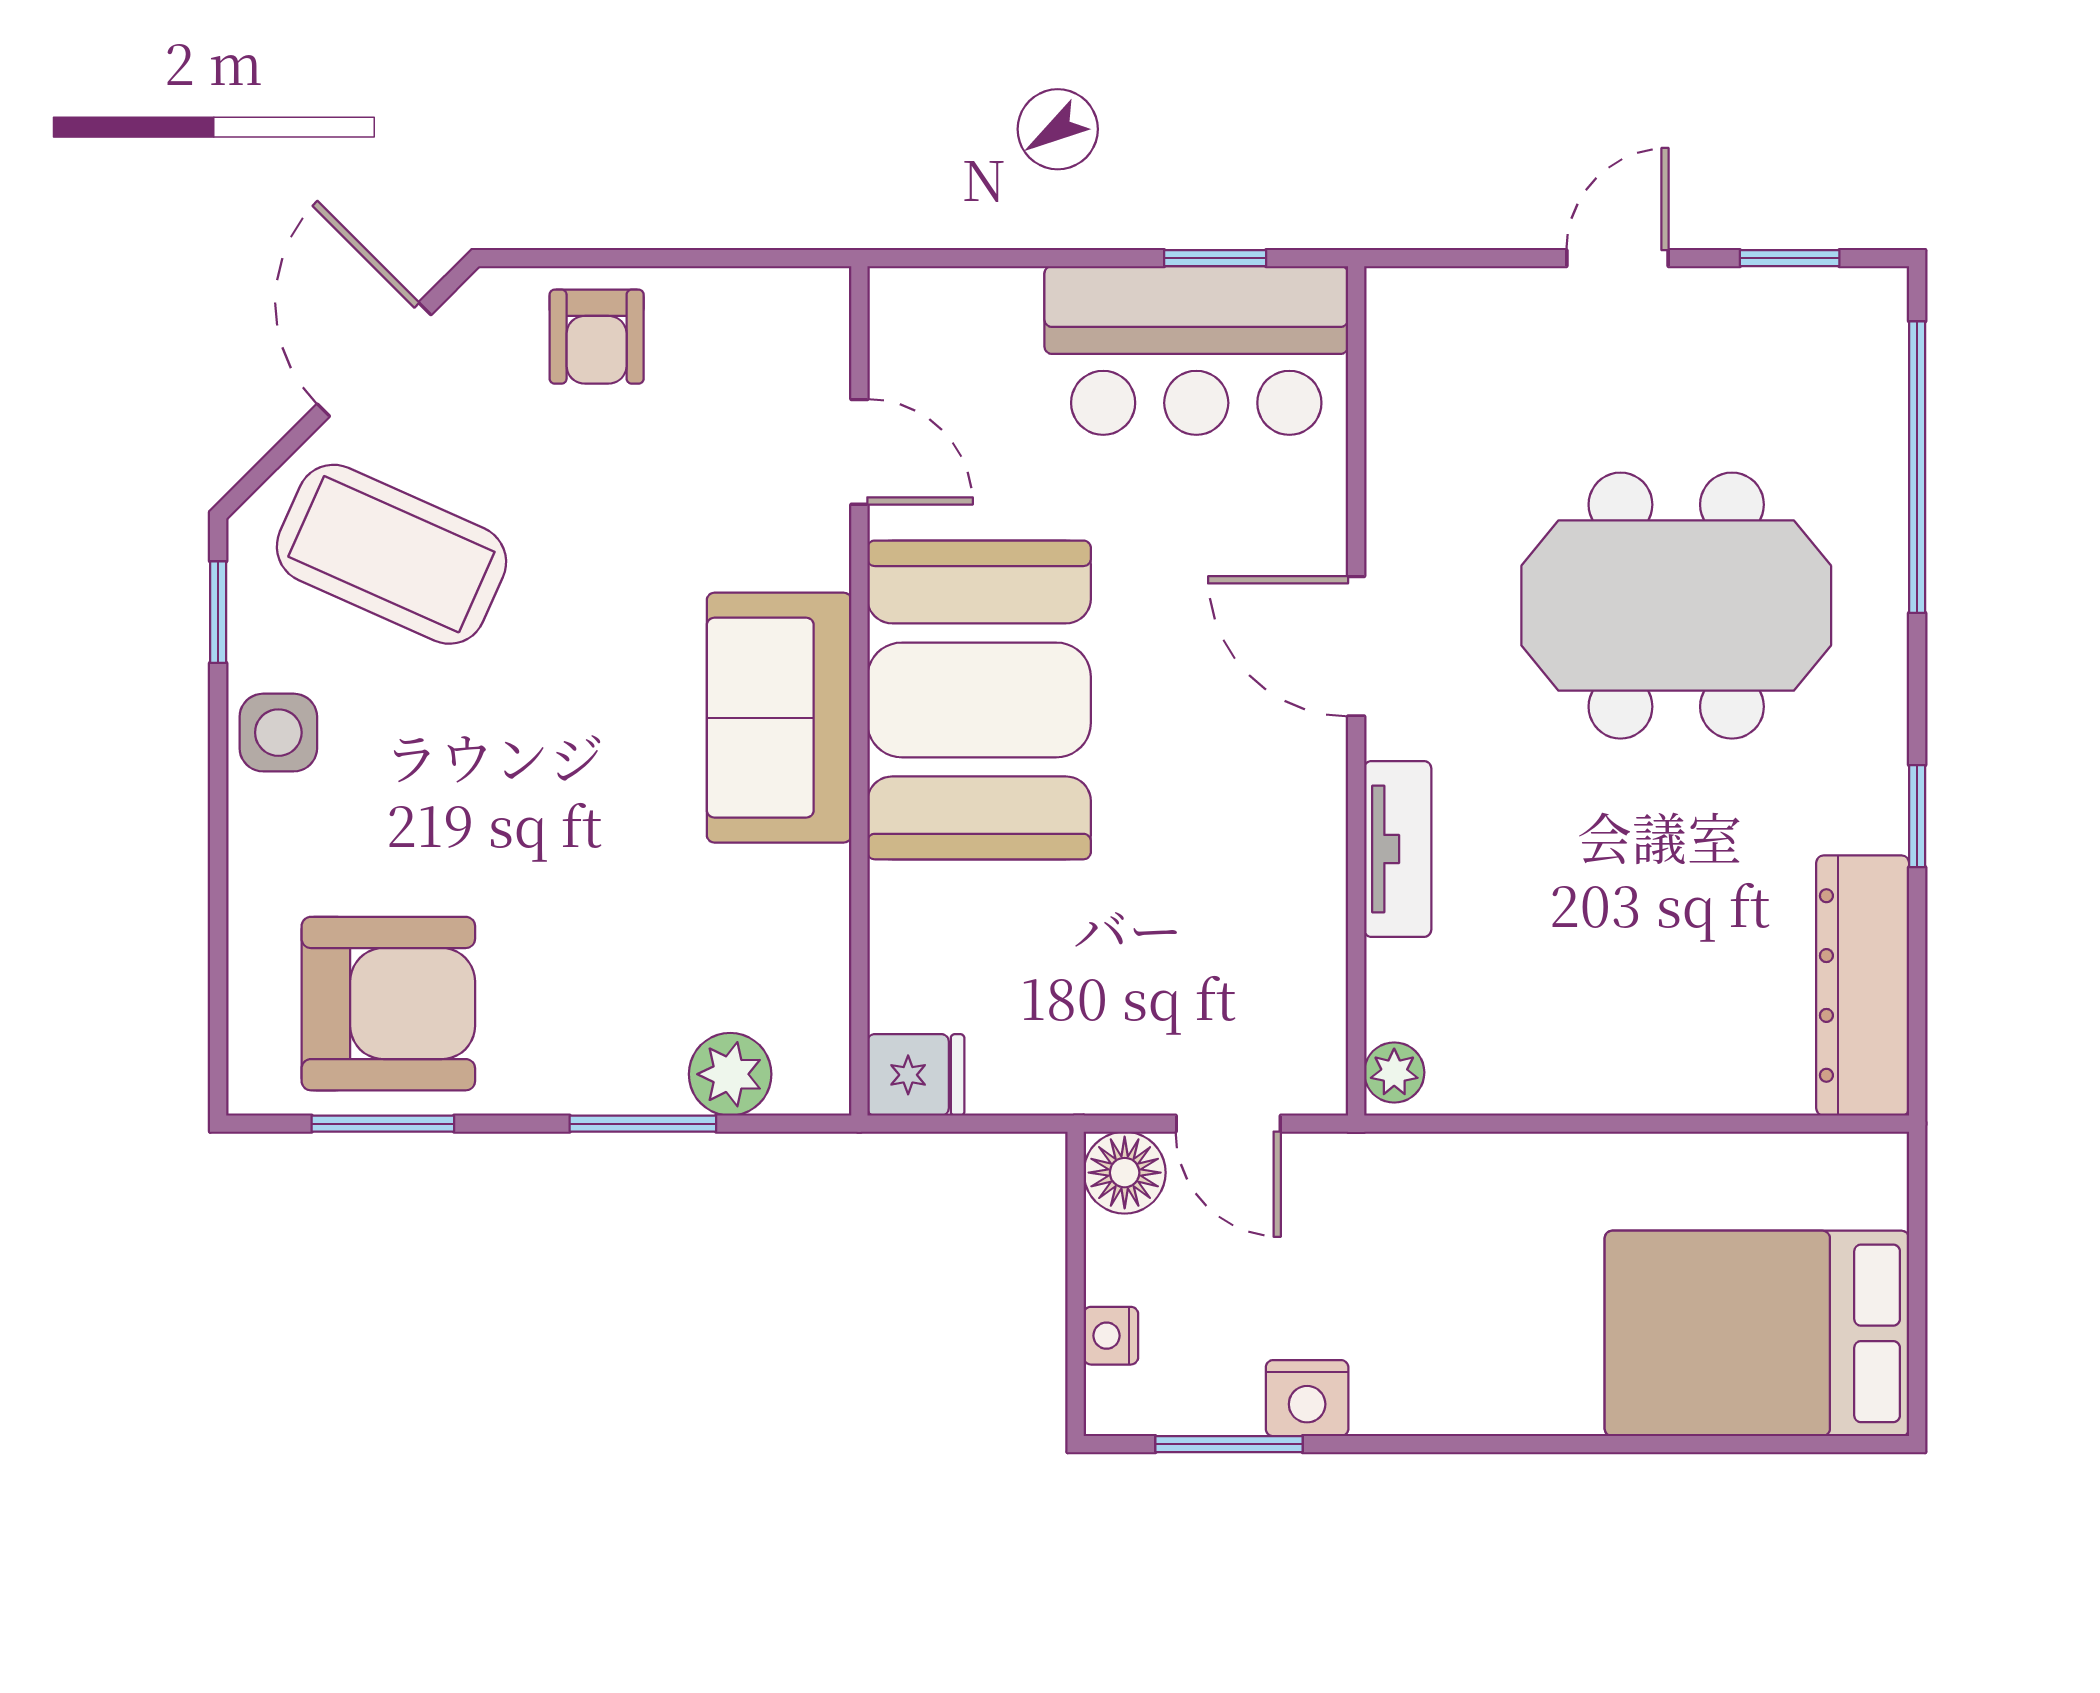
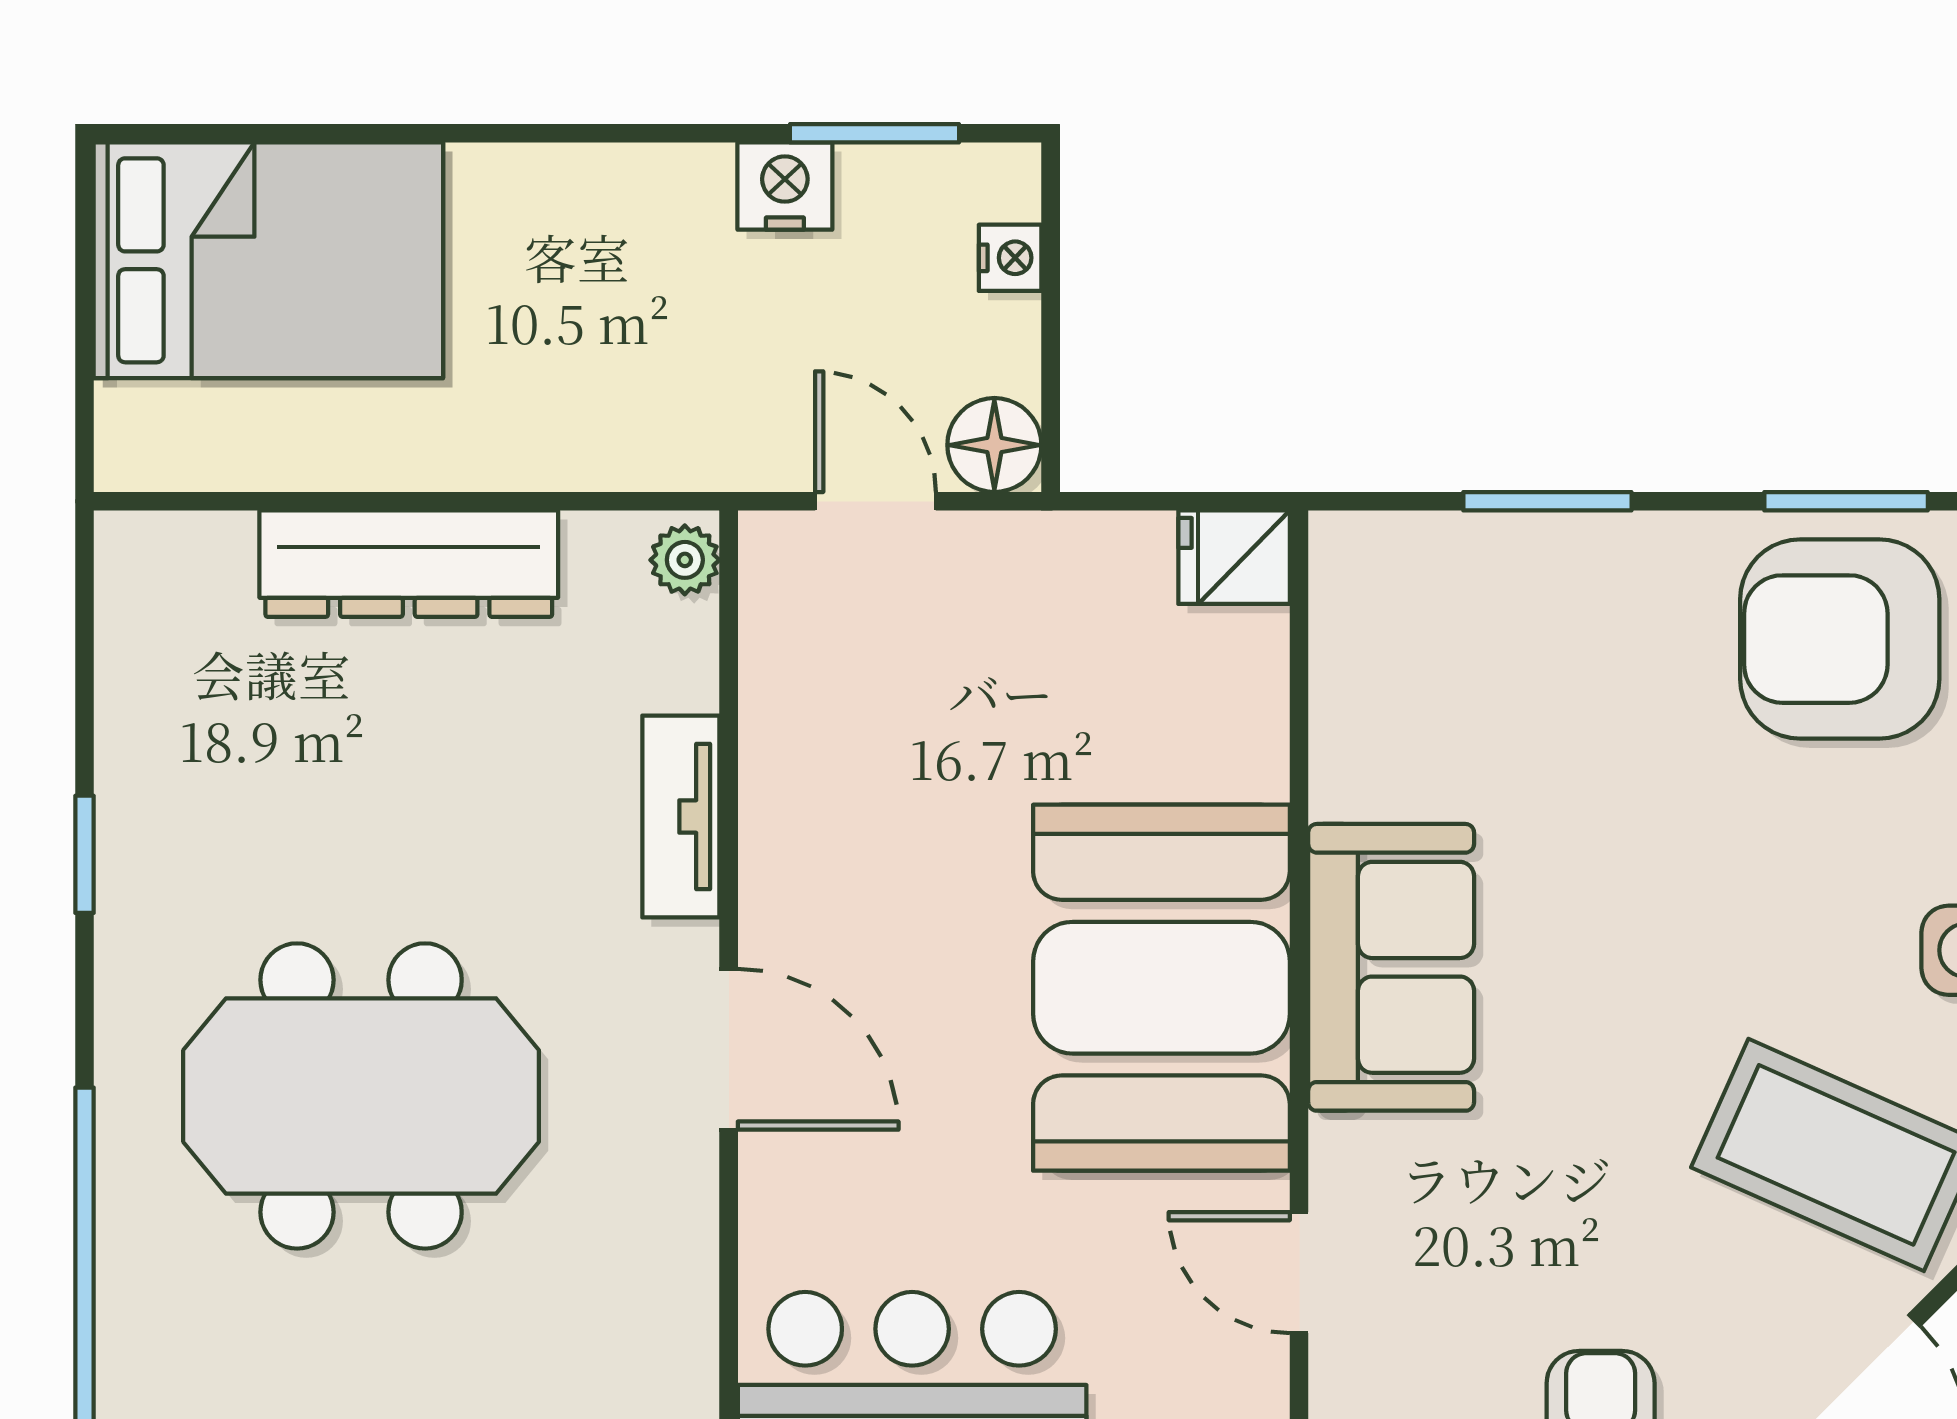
dresser: (1863, 985) -> (409, 564), moved, turned 90
plant: (730, 1074) -> (1447, 558), removed

